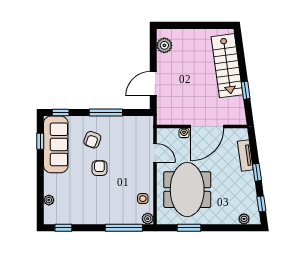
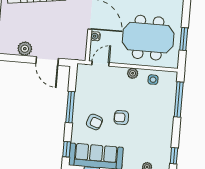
plant: (164, 45) -> (25, 49), moved
door: (155, 153) -> (101, 64), moved
plant: (148, 219) -> (133, 73), moved

